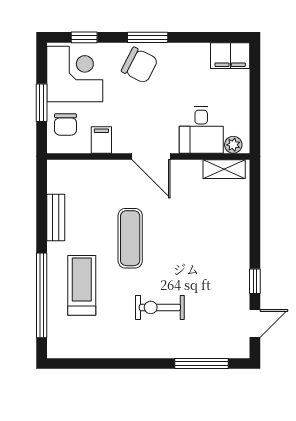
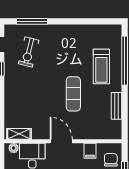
exercise bike: (160, 307) -> (29, 52), moved, turned 104

